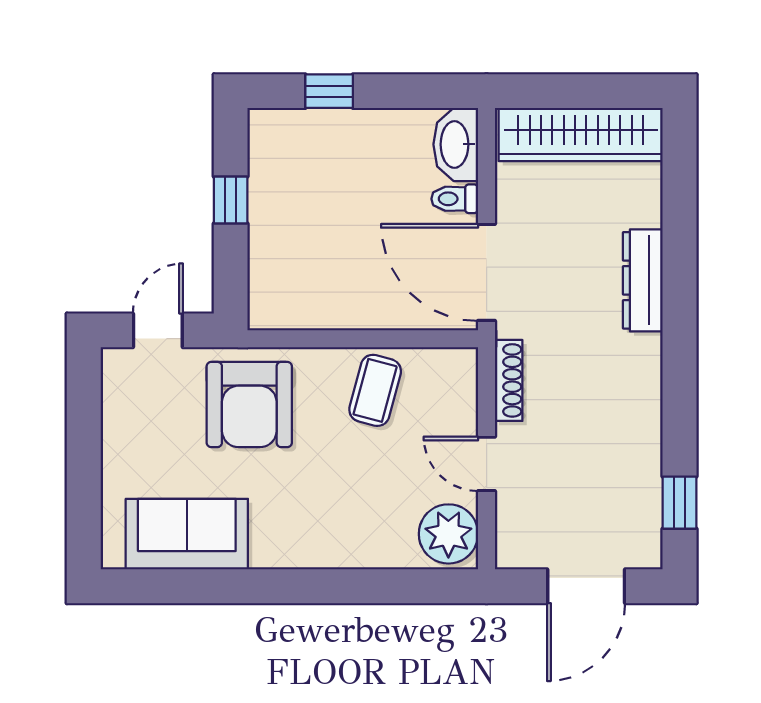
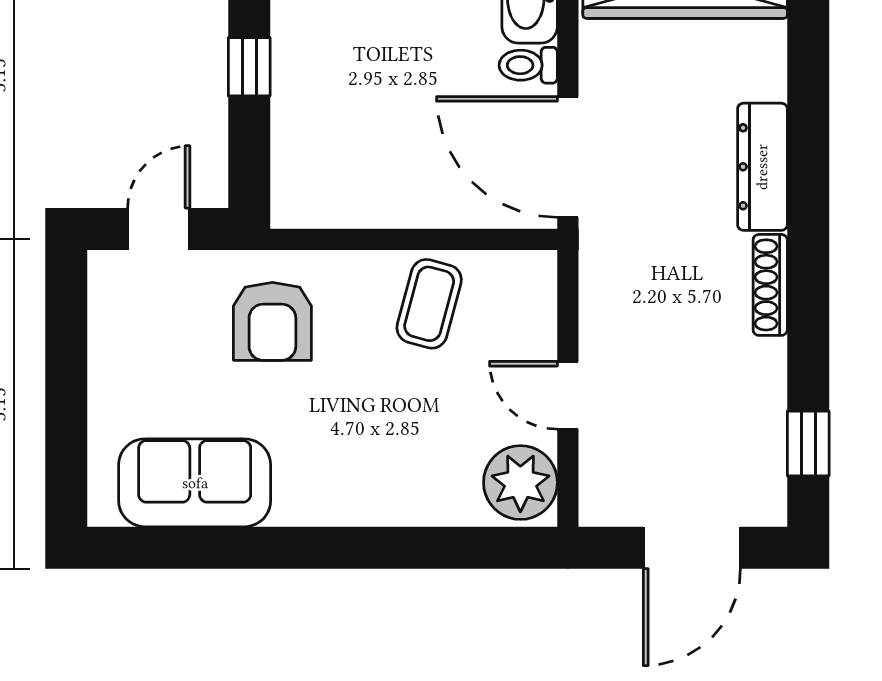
shoe rack: (509, 380) -> (770, 285), moved, turned 180
armchair: (249, 404) -> (272, 321), width x0.73, depth x0.73

